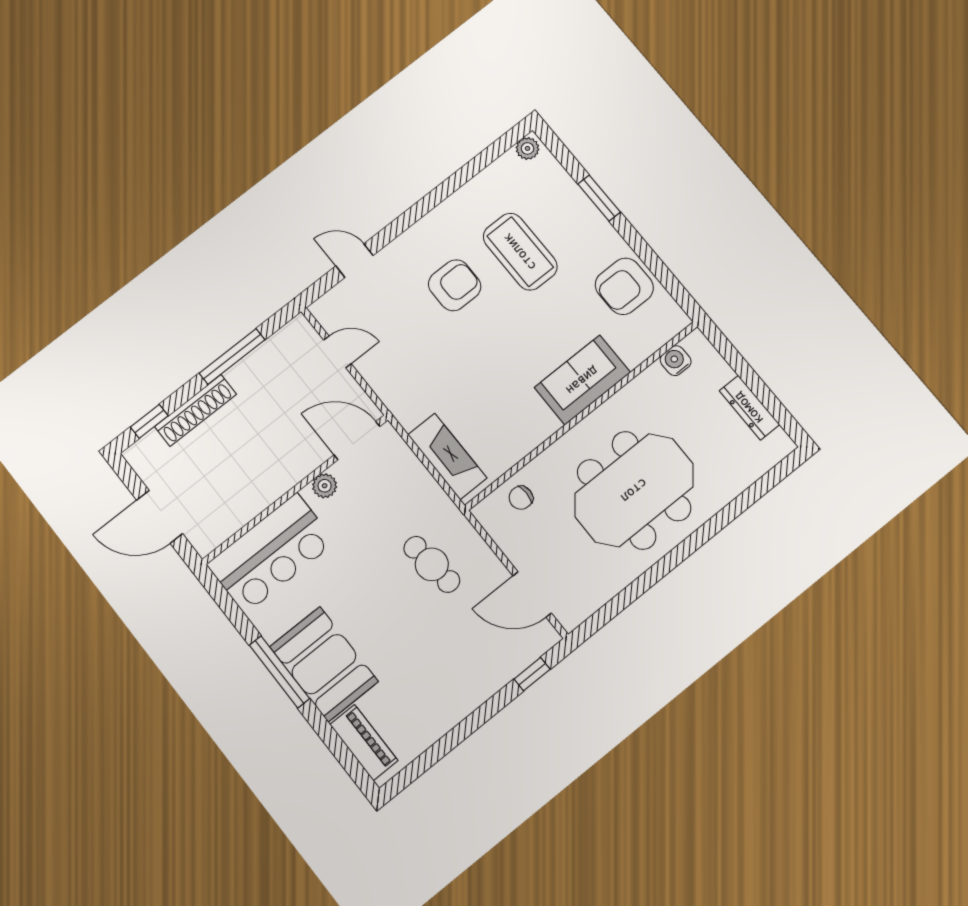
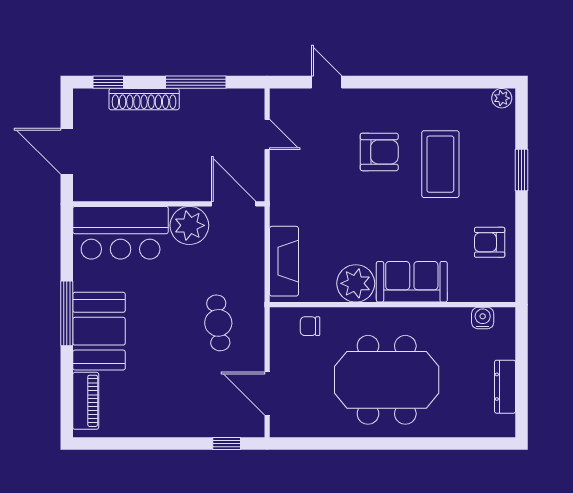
armchair: (624, 286) -> (490, 242), width x0.72, depth x0.72
plant: (531, 423) -> (356, 283), added
plant: (325, 486) -> (189, 225), width x1.87, depth x1.87

